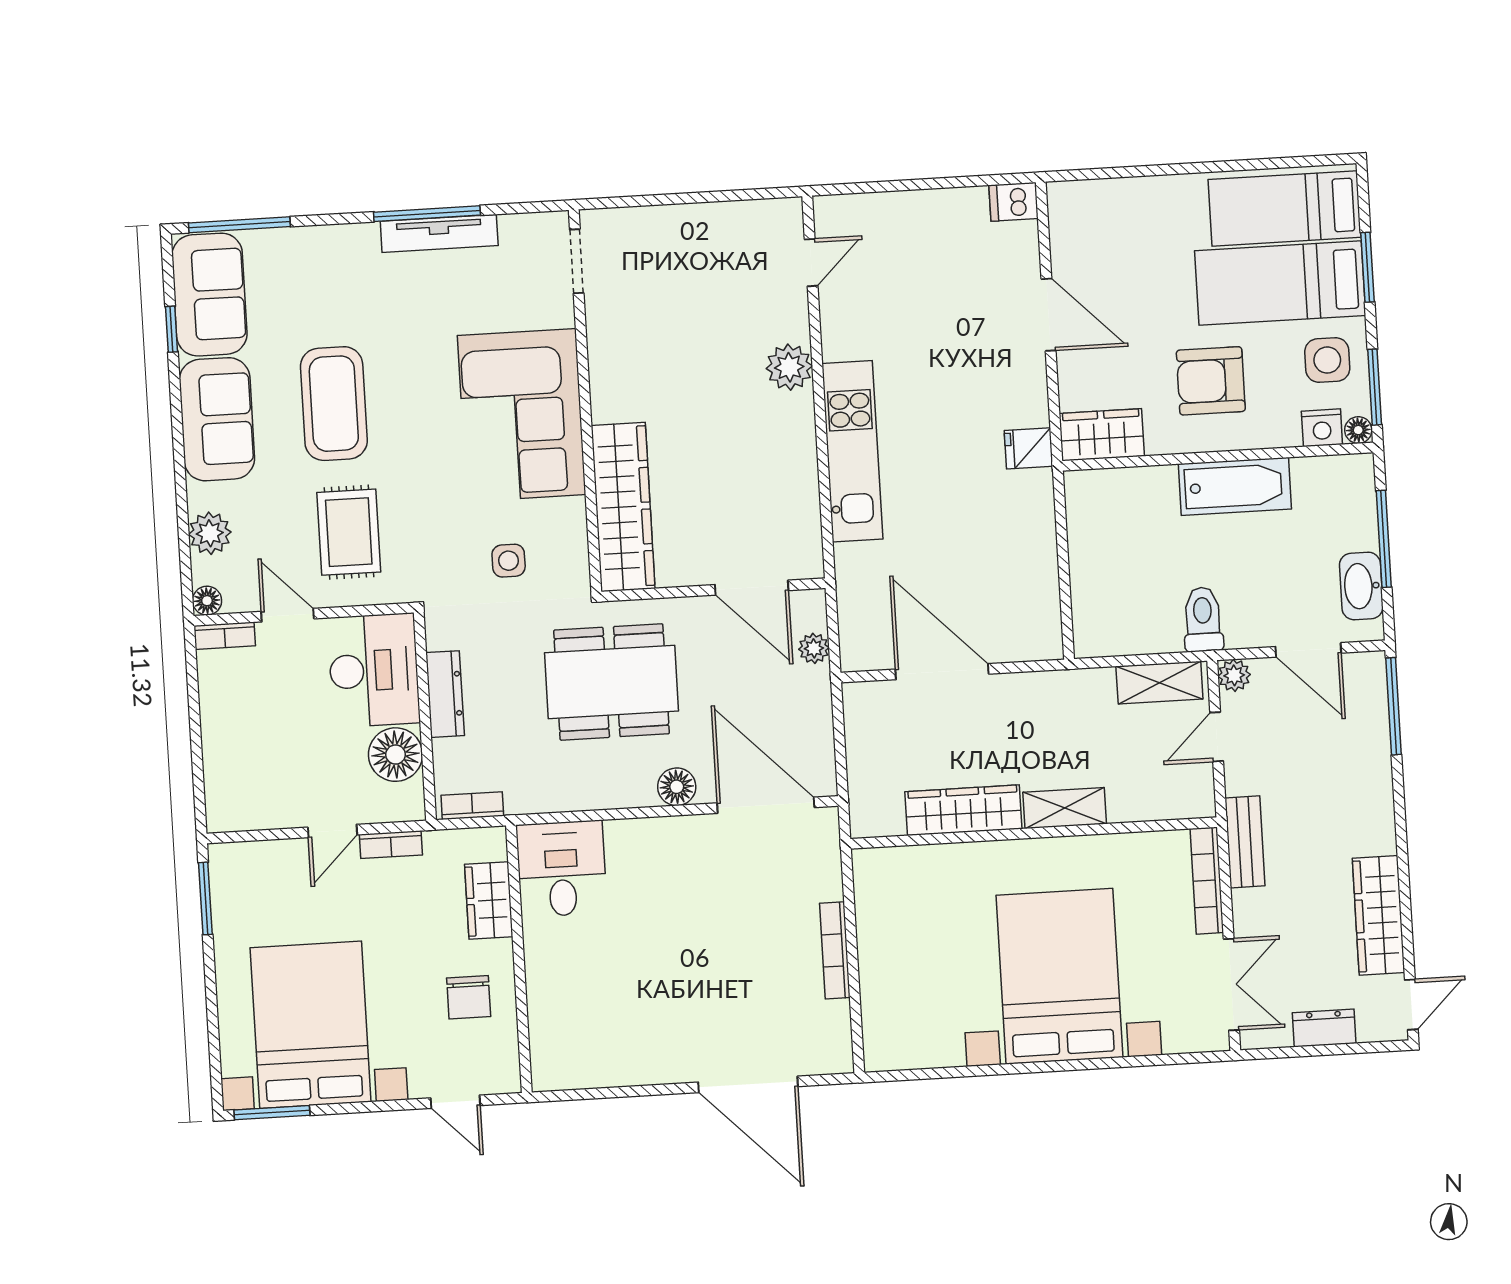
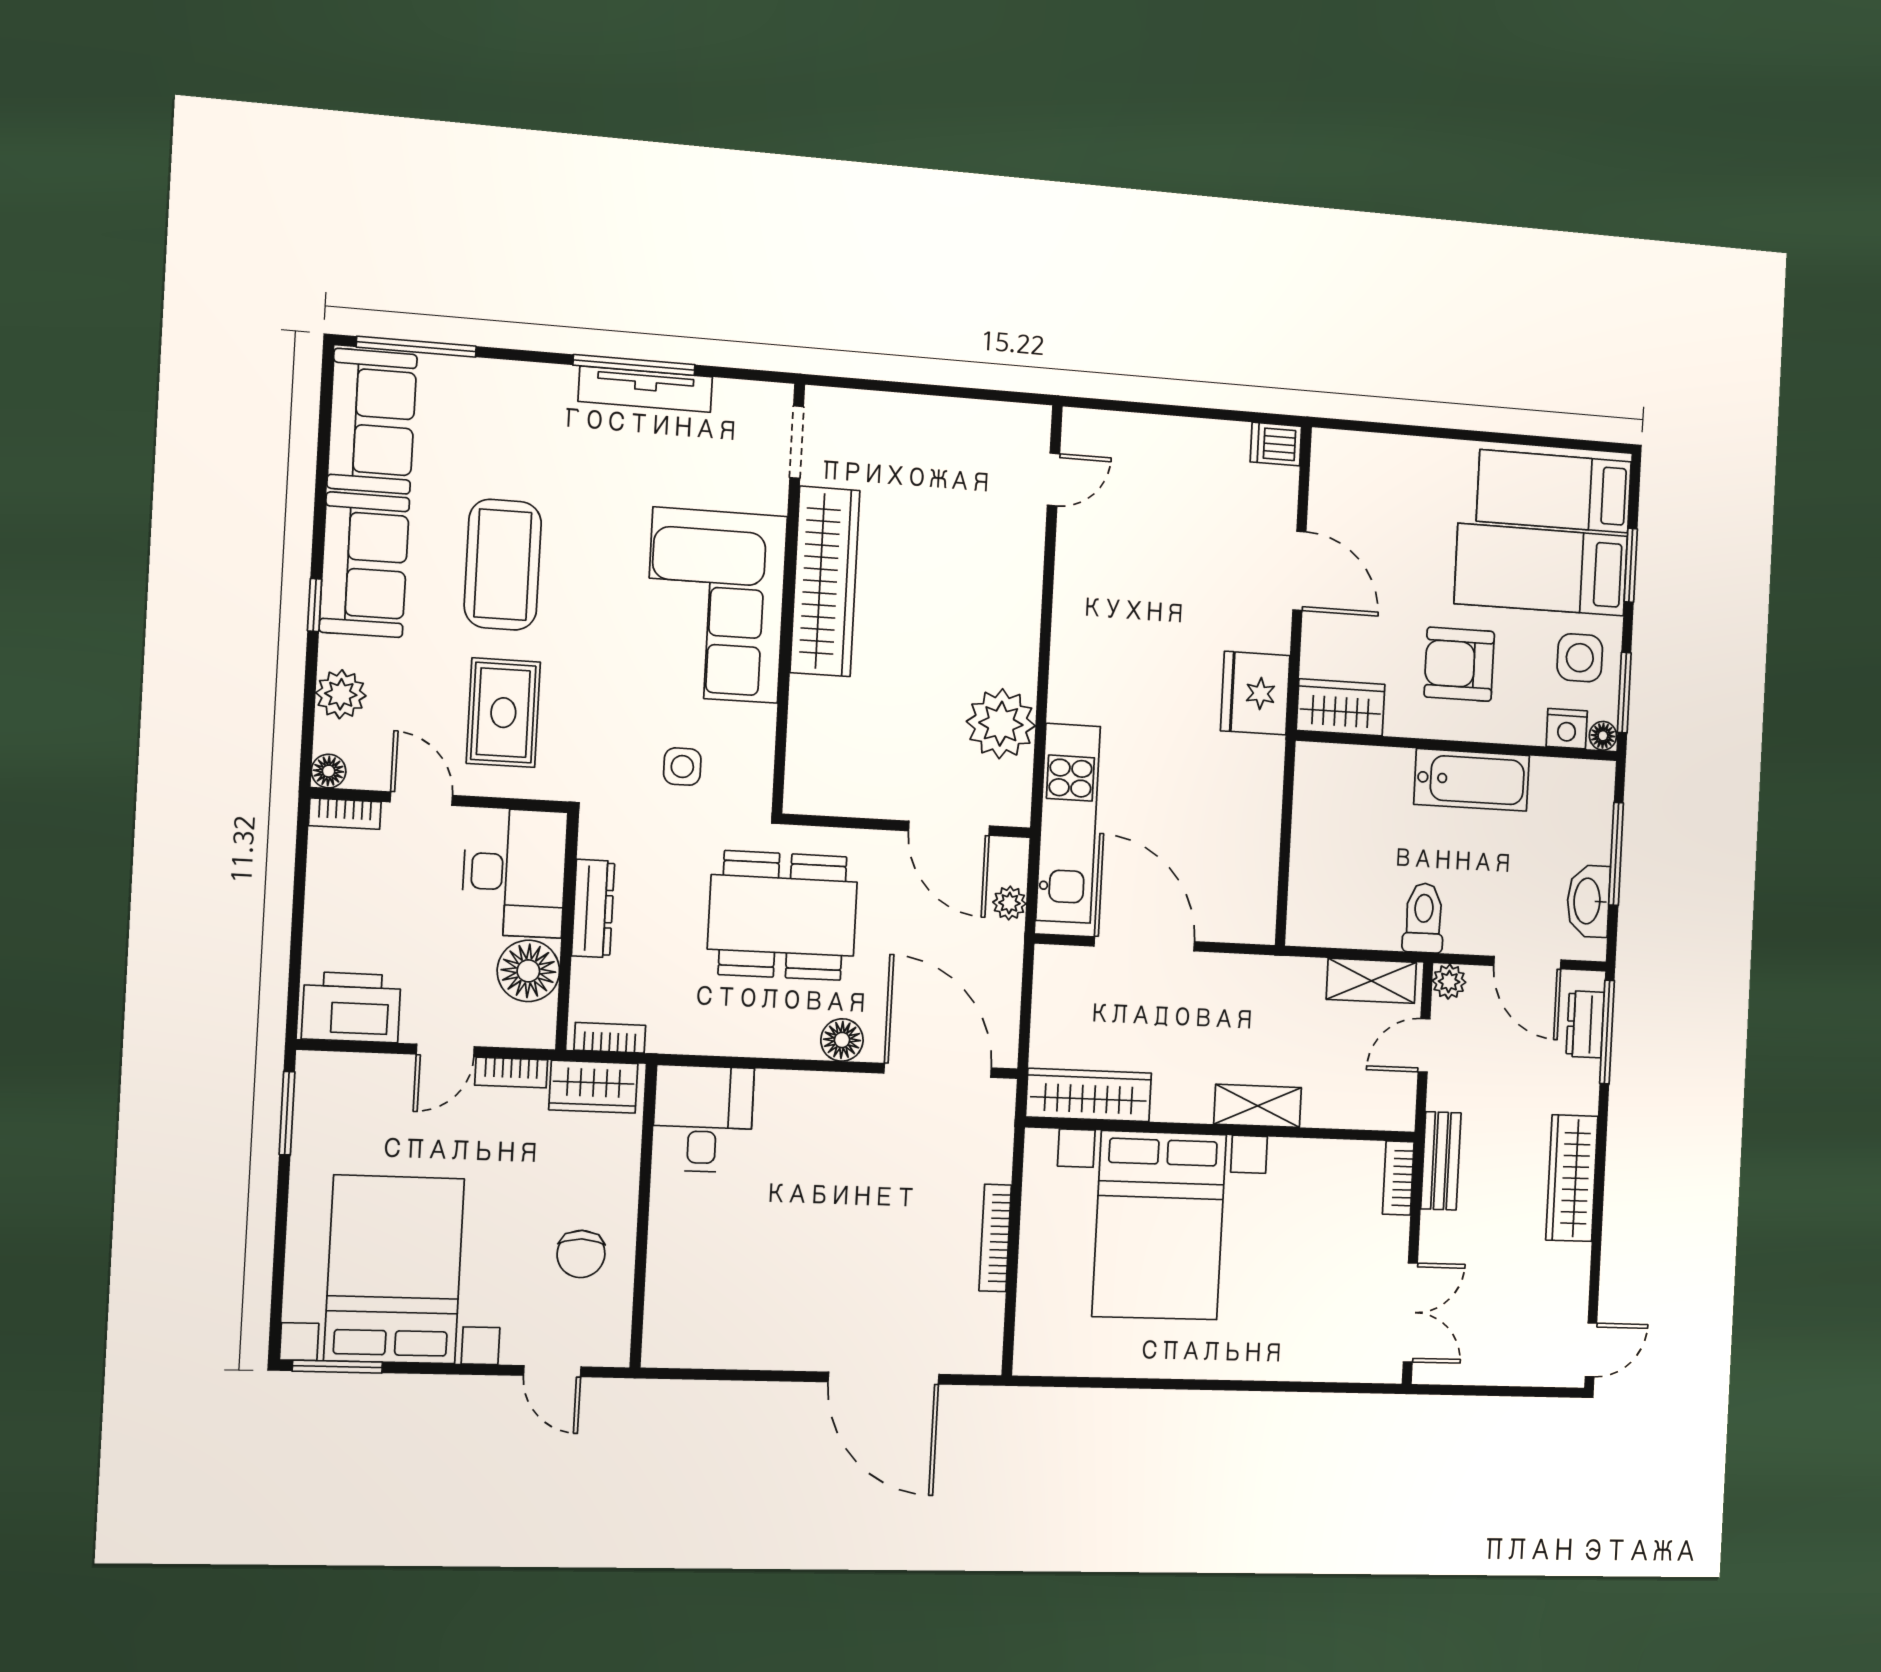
window: (172, 329) -> (315, 605), moved
plant: (789, 367) -> (1001, 724), moved, width x1.36, depth x1.36
fridge: (1029, 448) -> (1255, 693), width x1.88, depth x1.34
kitchen unit: (852, 451) -> (1068, 823), moved
wardrobe: (623, 507) -> (825, 581), moved
printer: (249, 802) -> (351, 1007), added
wardrobe: (963, 810) -> (1089, 1095), moved
bookcase: (1207, 881) -> (1398, 1178), width x0.64
wardrobe: (489, 900) -> (593, 1087), moved, turned -90
wardrobe: (1378, 915) -> (1572, 1178), moved
bed with nightstands: (1059, 976) -> (1159, 1225), moved, turned 180
dresser: (1324, 1028) -> (1585, 1024), moved, turned -90

